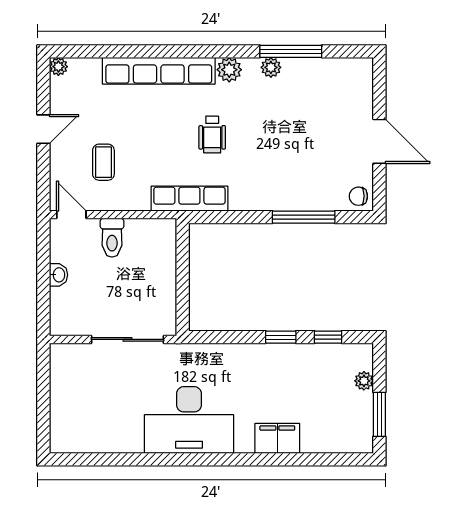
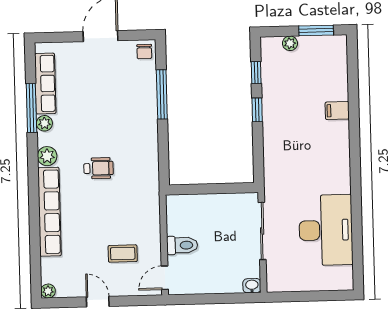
row of seats: (189, 199) -> (45, 84), moved, turned 180
washbasin: (58, 275) -> (252, 286), moved
desk: (189, 420) -> (326, 230), moved
filing cabinet: (277, 438) -> (337, 111), width x0.50

